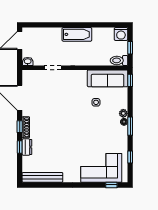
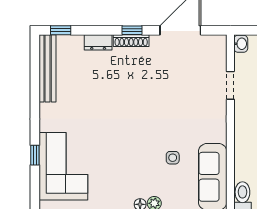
window: (20, 147) -> (61, 30), moved
window: (111, 185) -> (35, 155), moved

